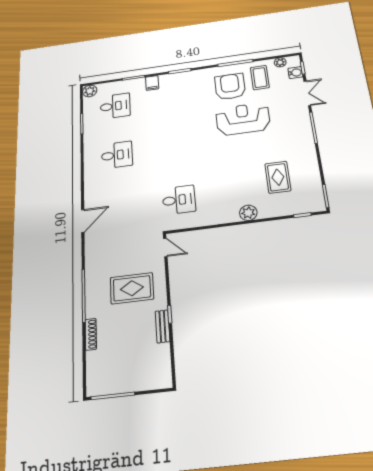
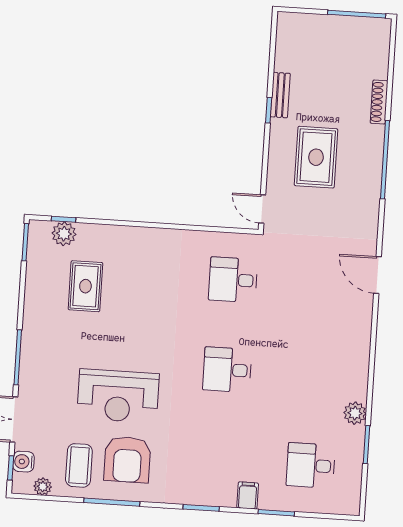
plant: (90, 91) -> (355, 413), moved
desk: (117, 155) -> (227, 370), moved
plant: (248, 213) -> (64, 234), moved
door: (83, 221) -> (377, 275), hinge flipped
rug: (132, 288) -> (316, 157), turned 90

